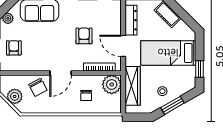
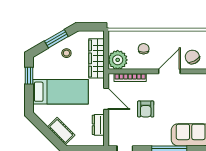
dresser: (131, 20) -> (98, 125), width x0.70

